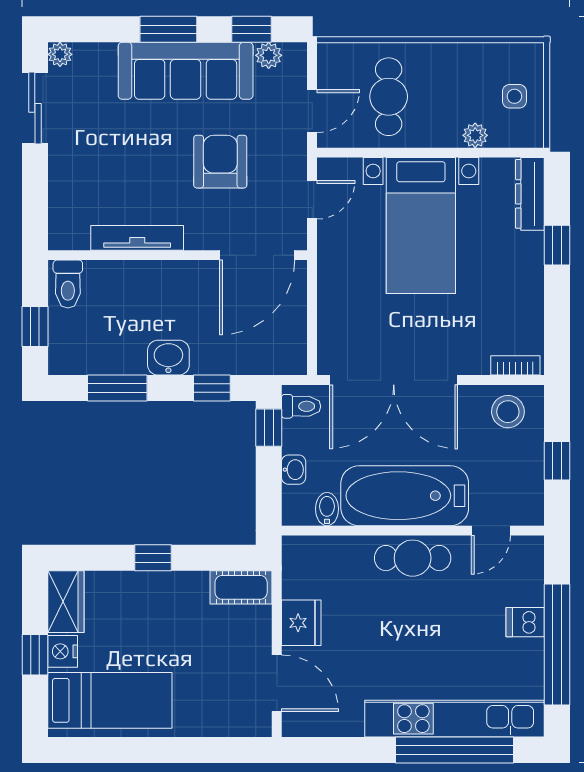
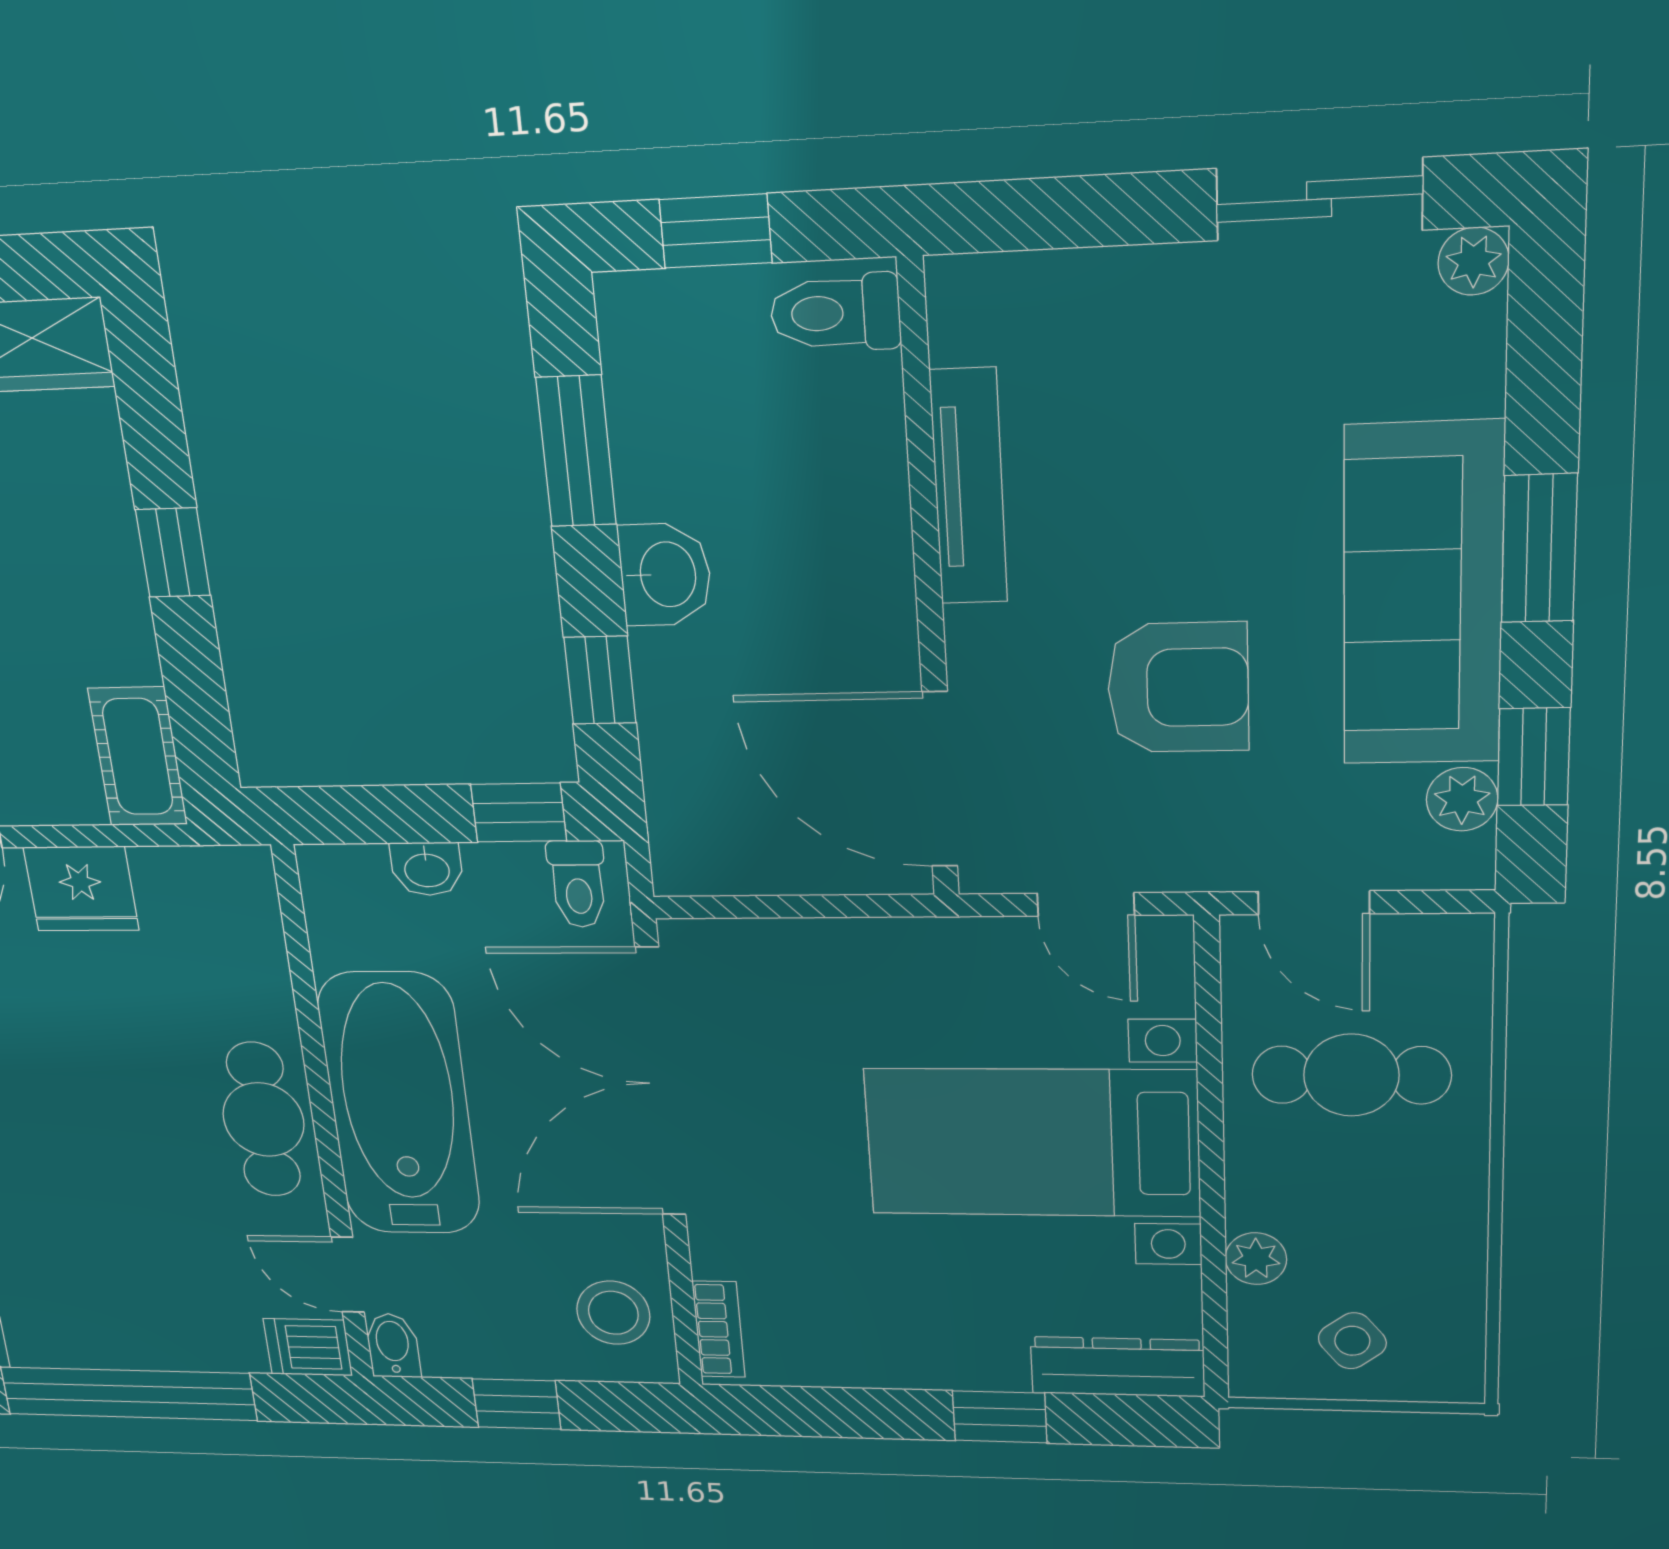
side table: (514, 96) -> (1352, 1341), turned -38
bidet: (327, 509) -> (393, 1346), moved, turned -90
dishwasher: (525, 622) -> (308, 1347), moved, turned -90

